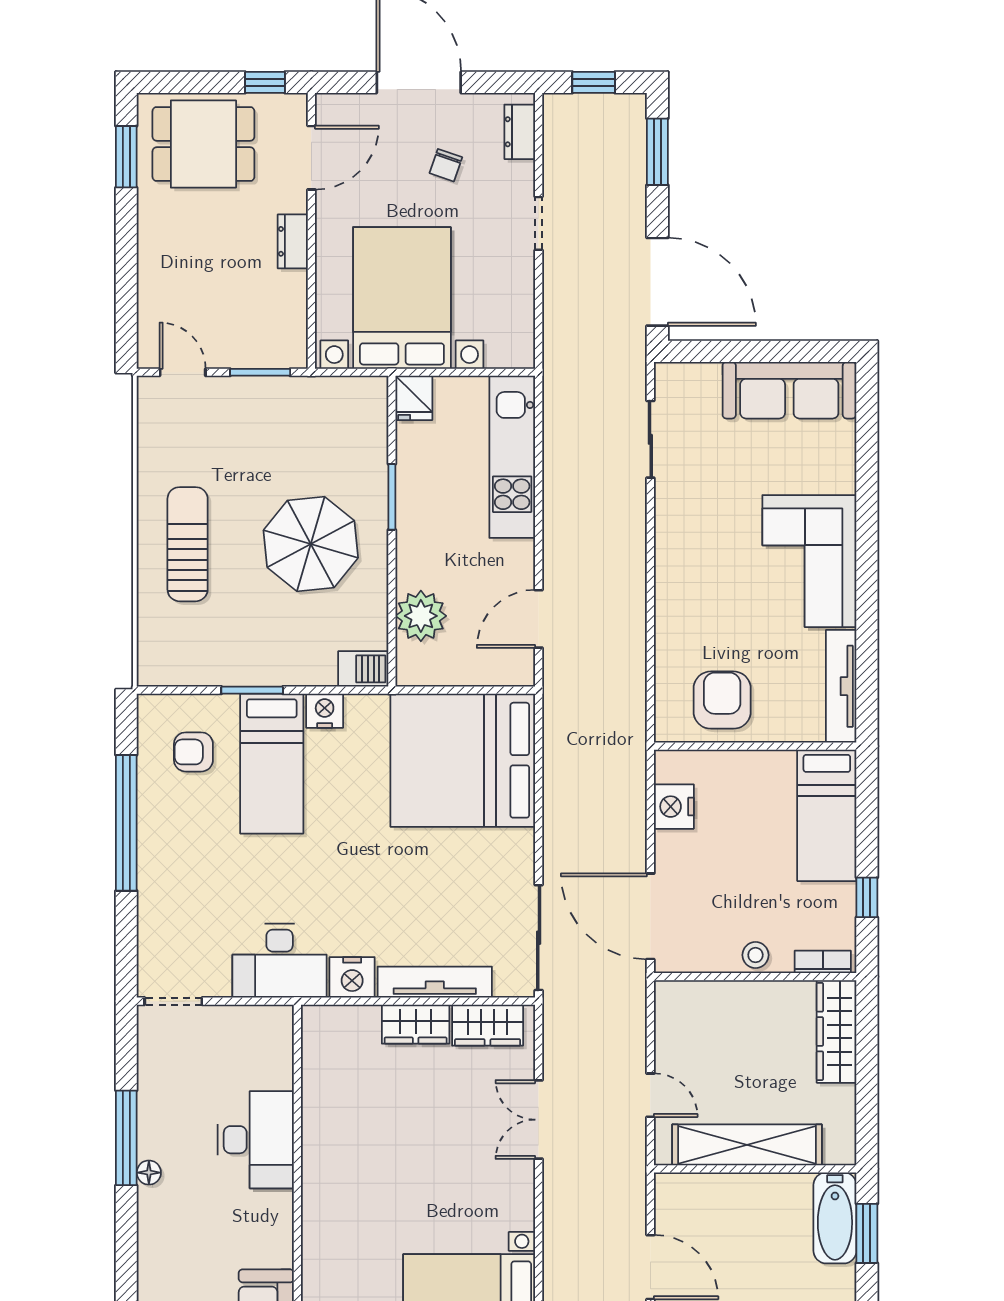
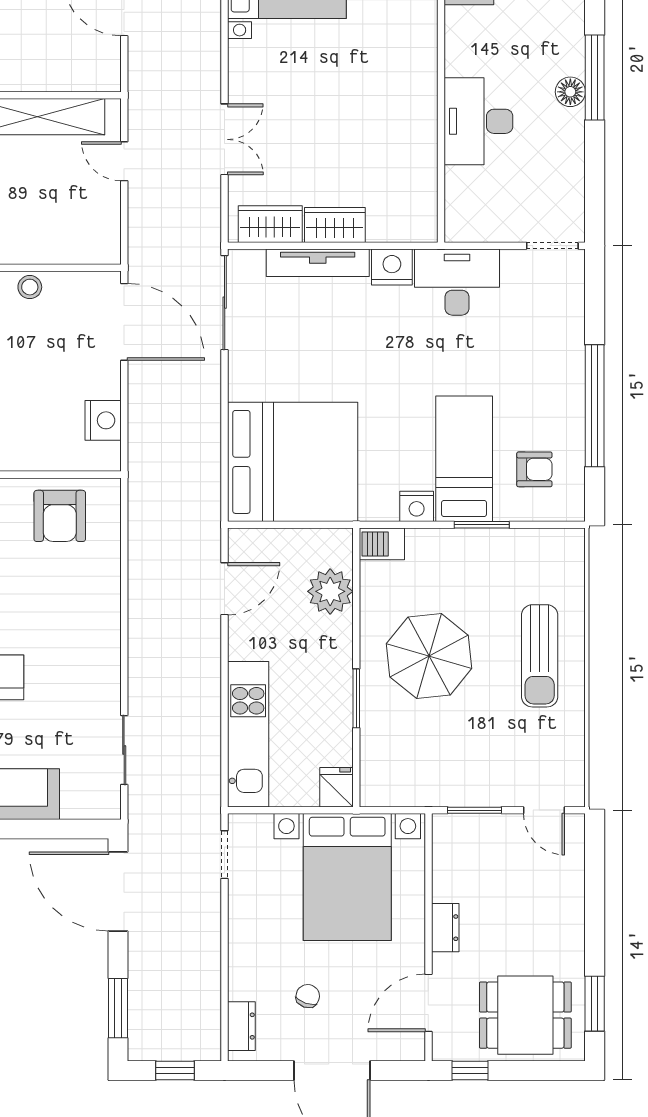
doorway: (539, 223) -> (225, 855), moved
window: (126, 1138) -> (595, 78), moved
floor lamp: (149, 1173) -> (570, 92), width x1.37, depth x1.37

